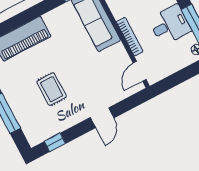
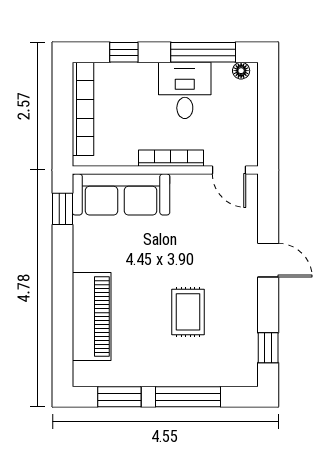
rug: (52, 89) -> (188, 312), turned 90

